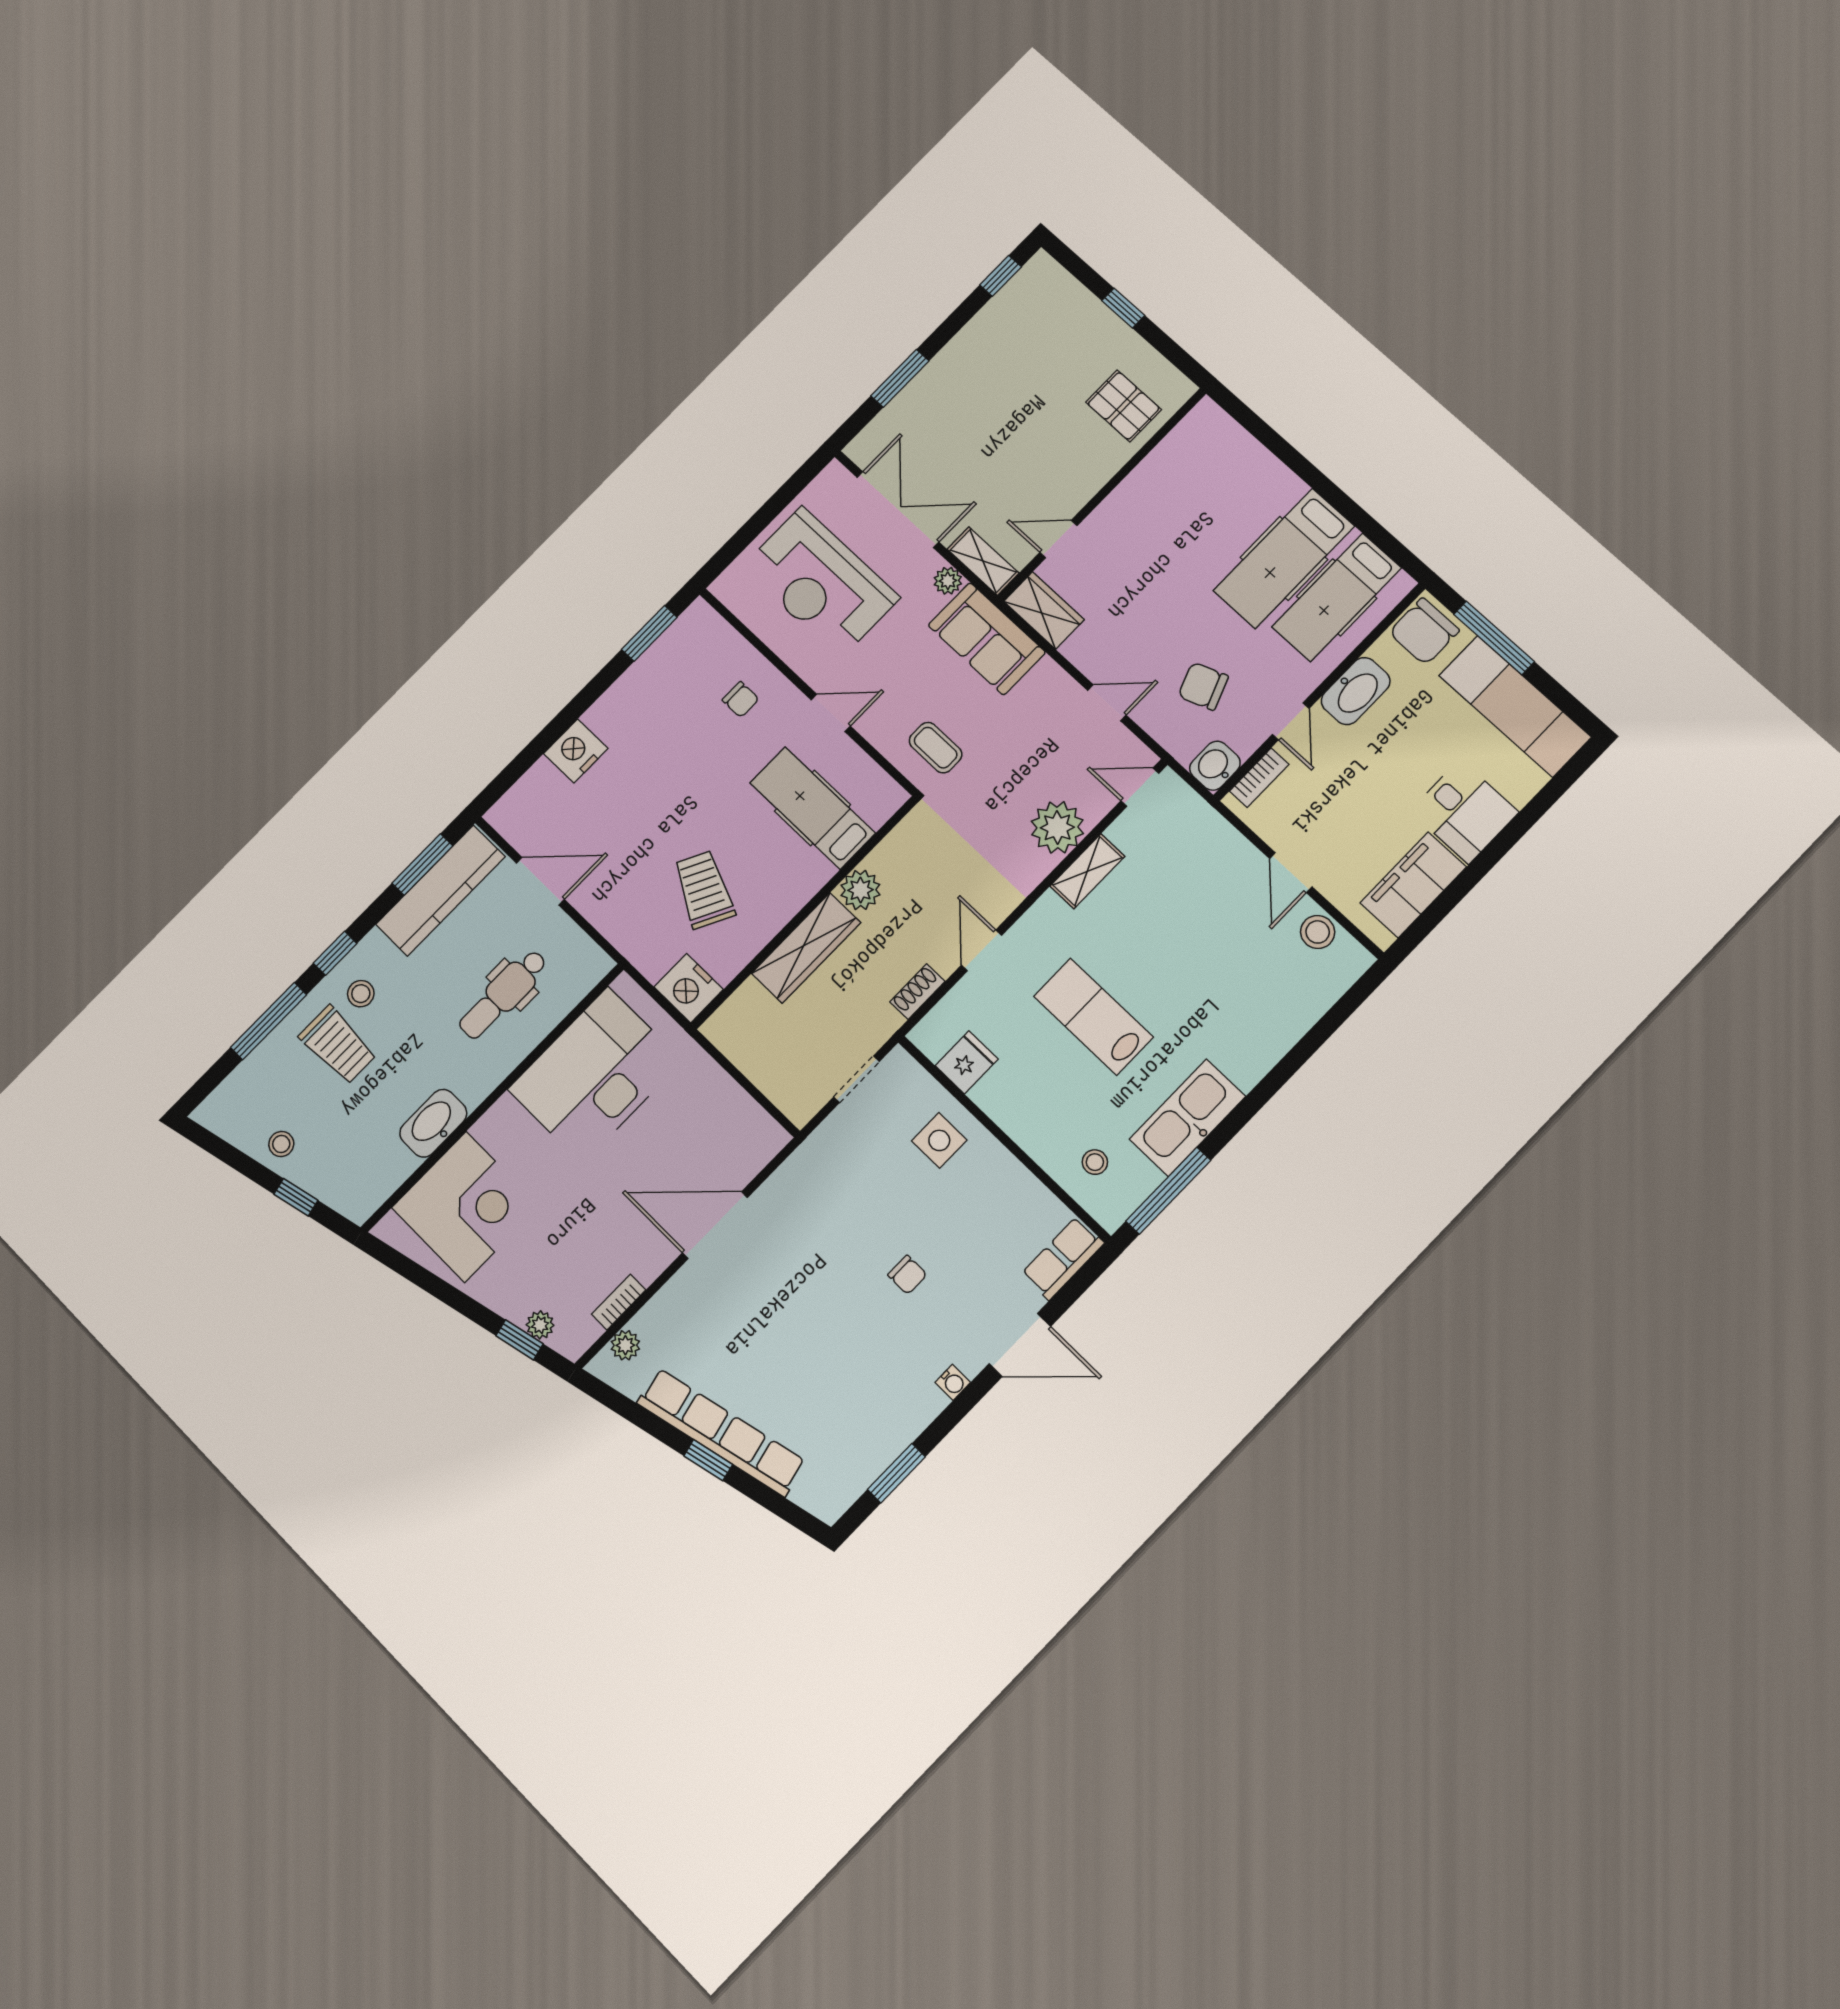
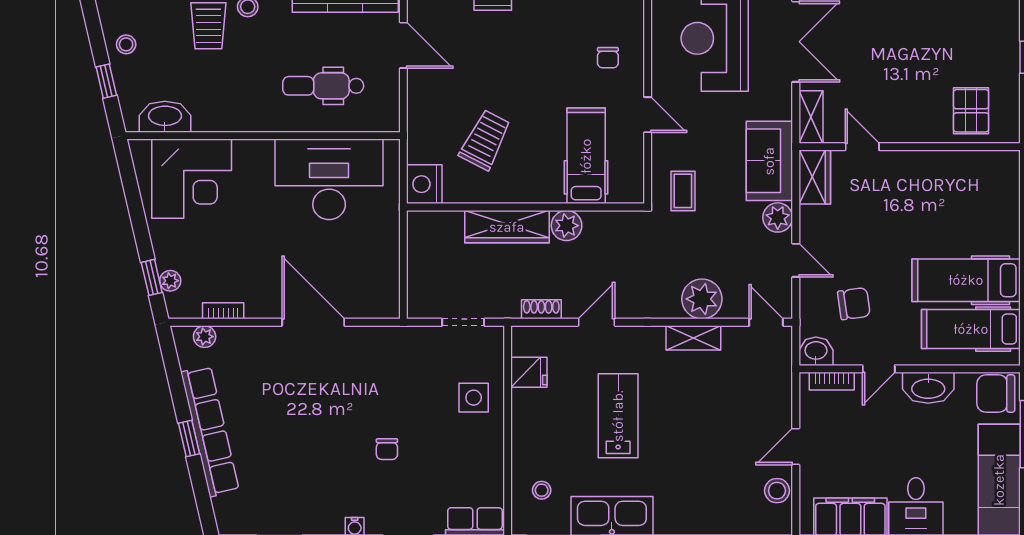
plant: (948, 581) -> (778, 217), moved, width x1.38, depth x1.38
chair: (1203, 686) -> (854, 304), turned 103
washbasin: (433, 1123) -> (165, 117), moved

